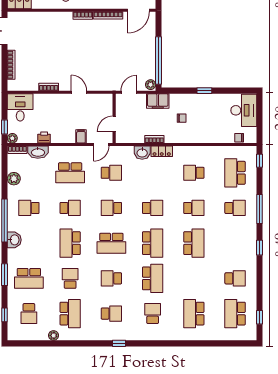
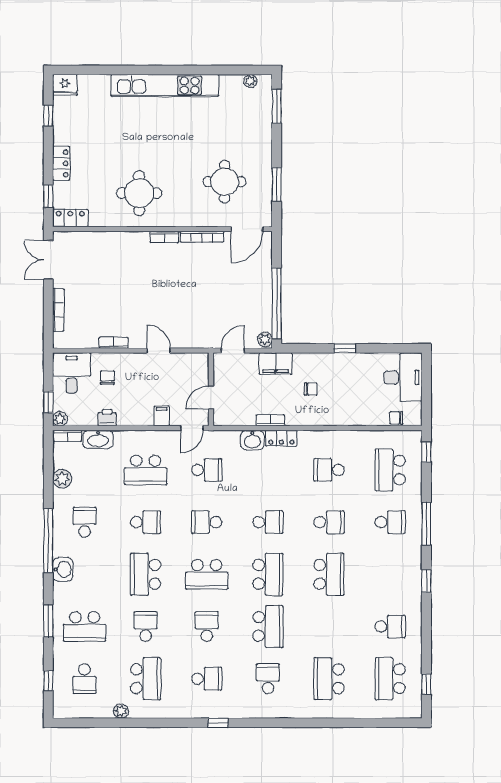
chair: (44, 110) -> (107, 378), added
school desk: (29, 208) -> (84, 522), turned 90
school desk: (111, 278) -> (207, 627), turned 90

